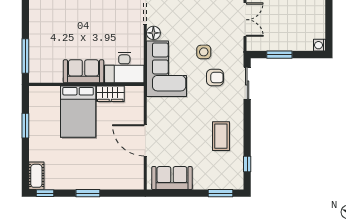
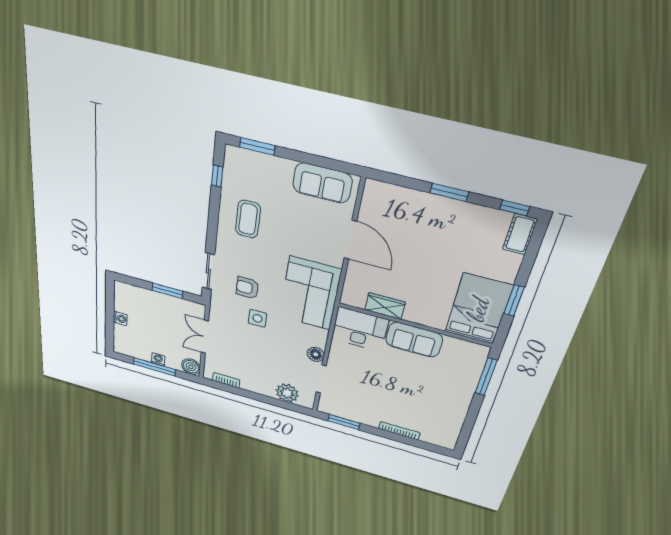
washing machine: (319, 45) -> (120, 318), moved
corner sofa: (166, 69) -> (310, 293), moved
bed: (78, 112) -> (478, 309), moved

